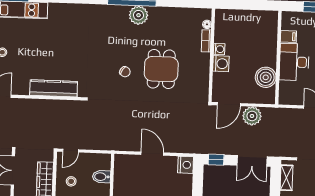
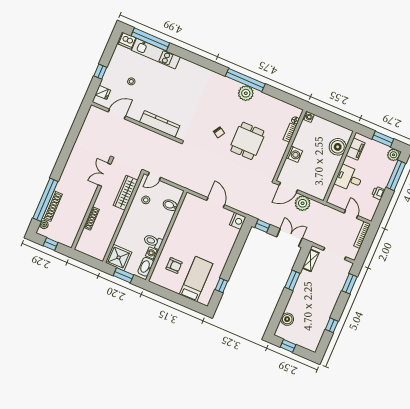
filing cabinet: (288, 36) -> (356, 149), width x2.00
washing machine: (219, 49) -> (308, 117), moved
desk: (294, 62) -> (349, 178), width x0.73
boiler: (266, 77) -> (338, 147), moved
double door: (252, 161) -> (289, 237), swing flipped

